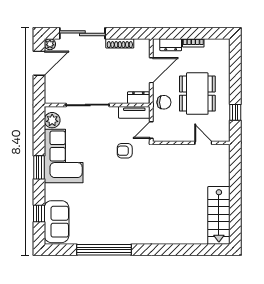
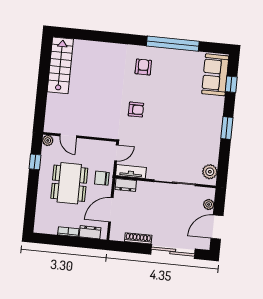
plant: (50, 44) -> (209, 204), moved
plant: (224, 136) -> (48, 140), added
armchair: (125, 151) -> (136, 110), moved
corner sofa: (64, 156) -> (202, 137), removed
armchair: (132, 222) -> (143, 67), added

